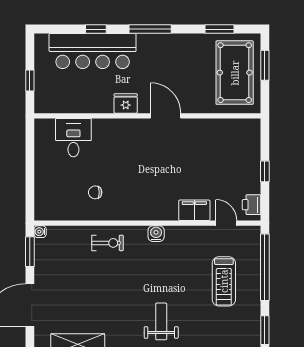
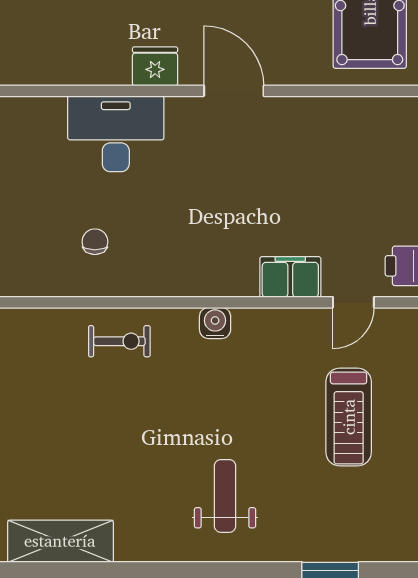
desk: (73, 138) -> (116, 134), moved, width x1.37
chair: (95, 192) -> (95, 242), turned 90
door: (226, 223) -> (353, 302), swing flipped

